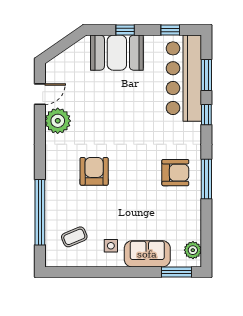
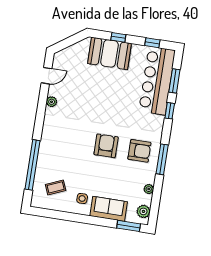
plant: (58, 121) -> (52, 102), width x0.53, depth x0.53
armchair: (94, 171) -> (106, 146), moved
plant: (195, 220) -> (149, 189), added

